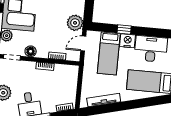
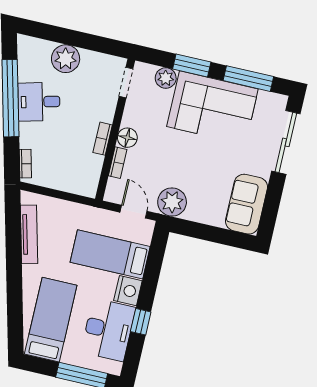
window: (124, 30) -> (141, 322), moved
floor lamp: (31, 51) -> (127, 138), moved

